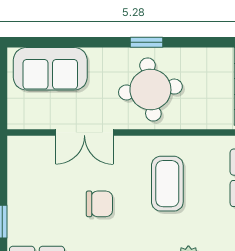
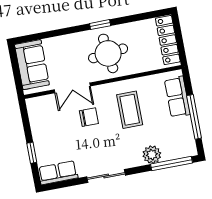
sofa: (50, 69) -> (32, 65), moved, turned -90
chair: (99, 204) -> (89, 117), moved

